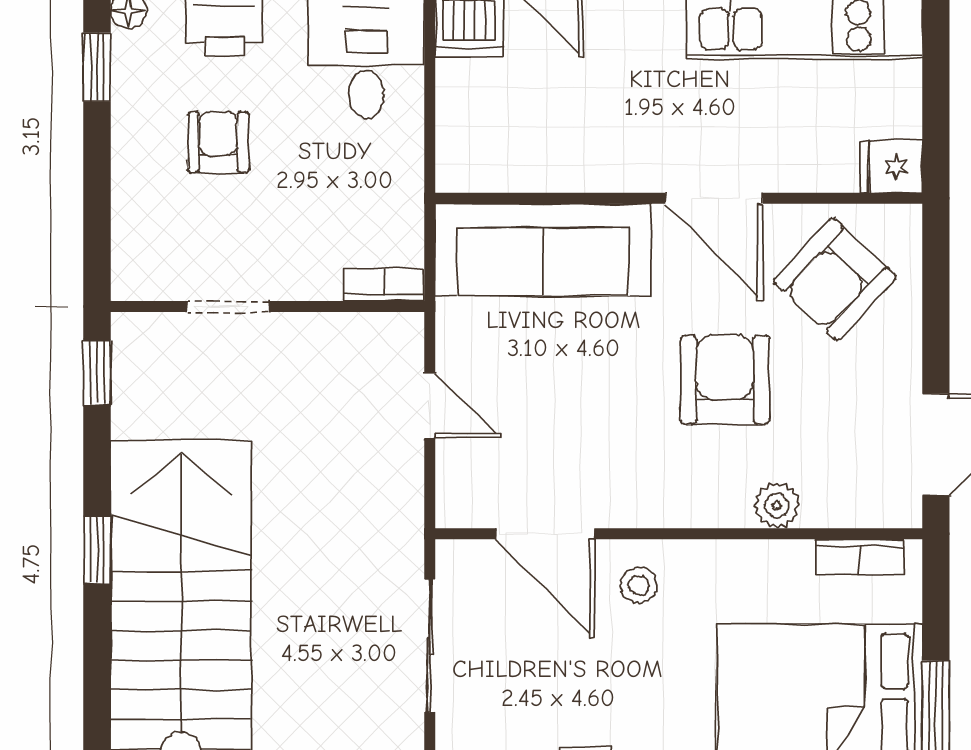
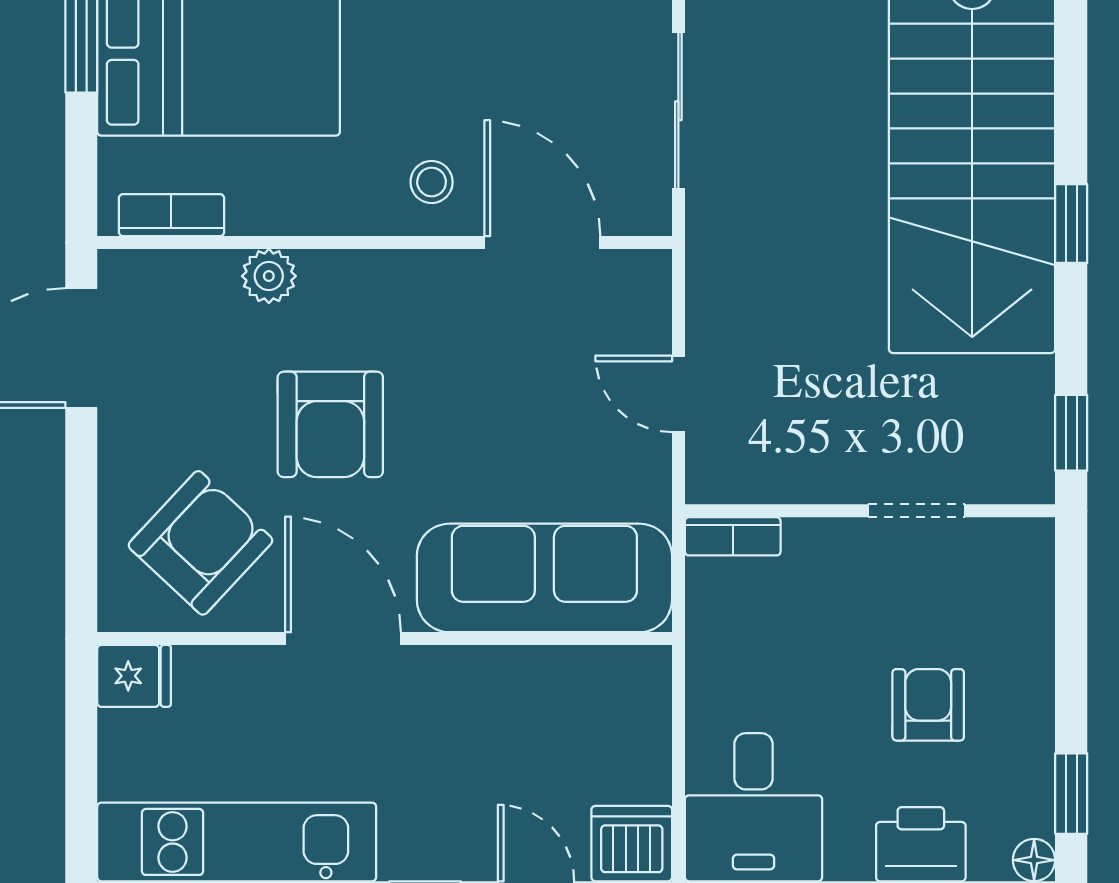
armchair: (218, 142) -> (928, 705), turned 180

